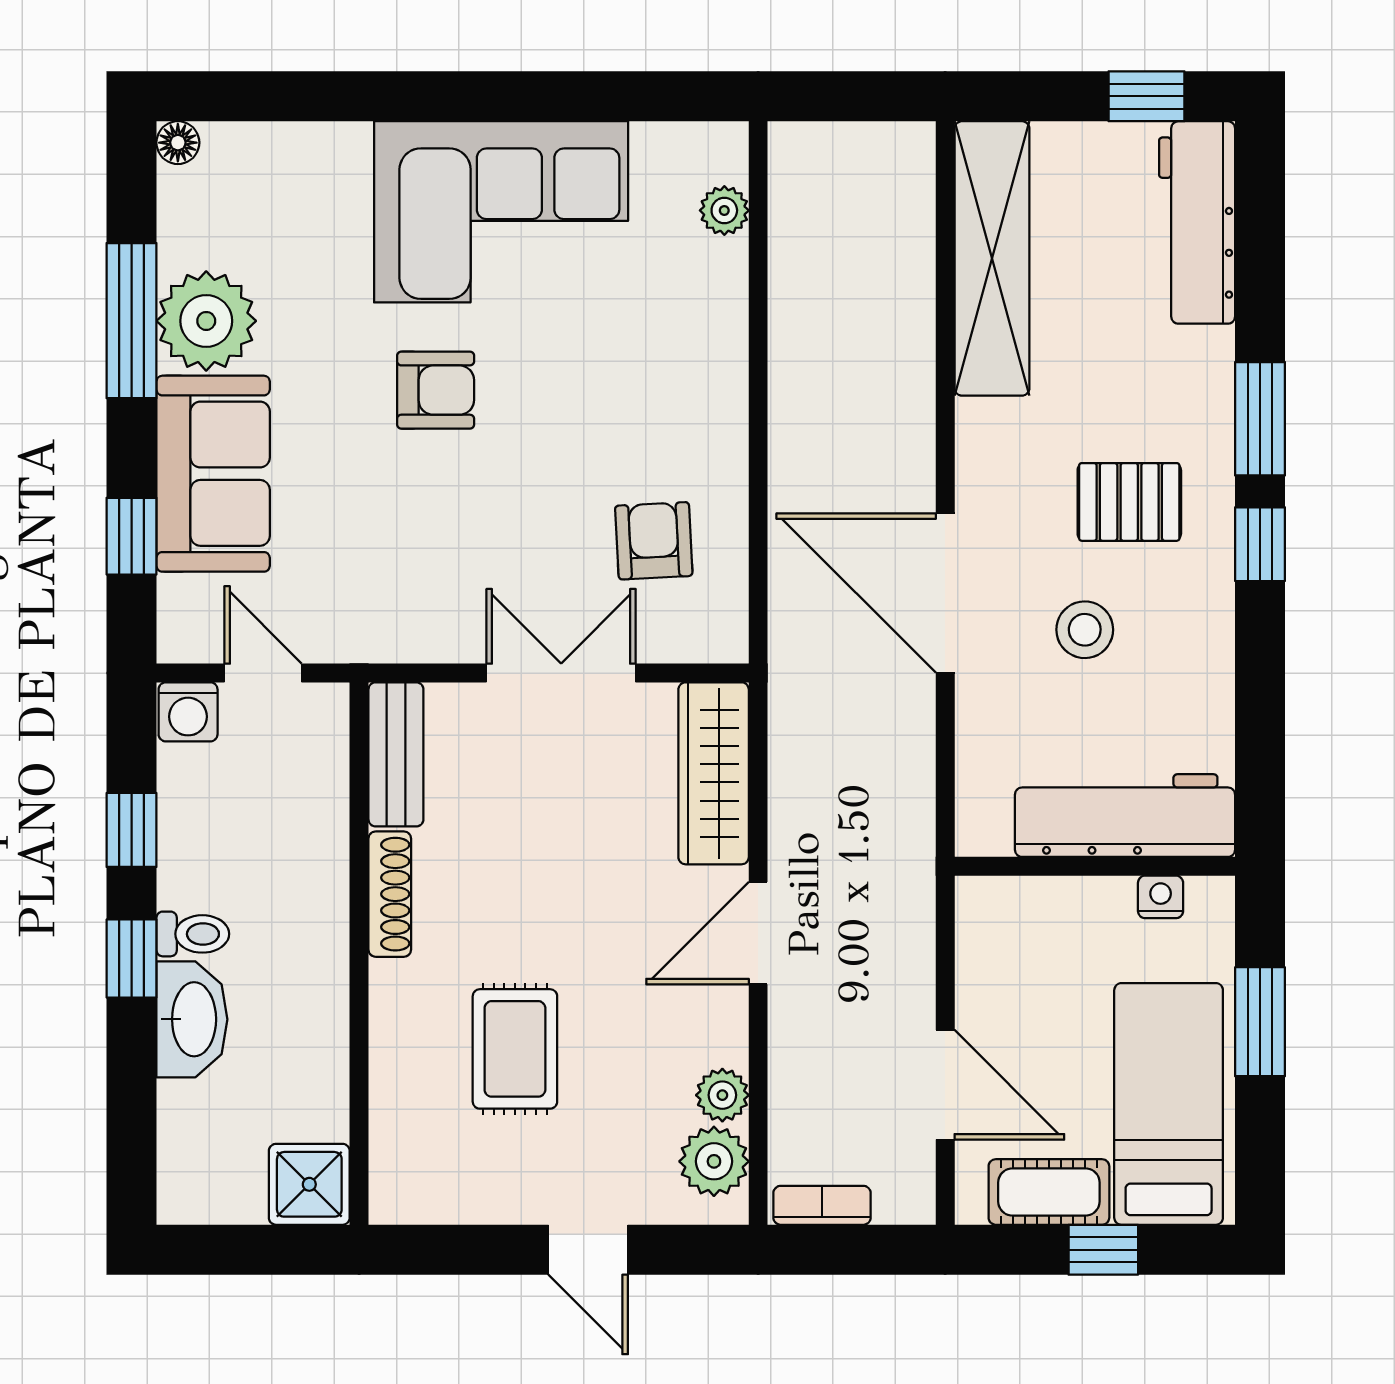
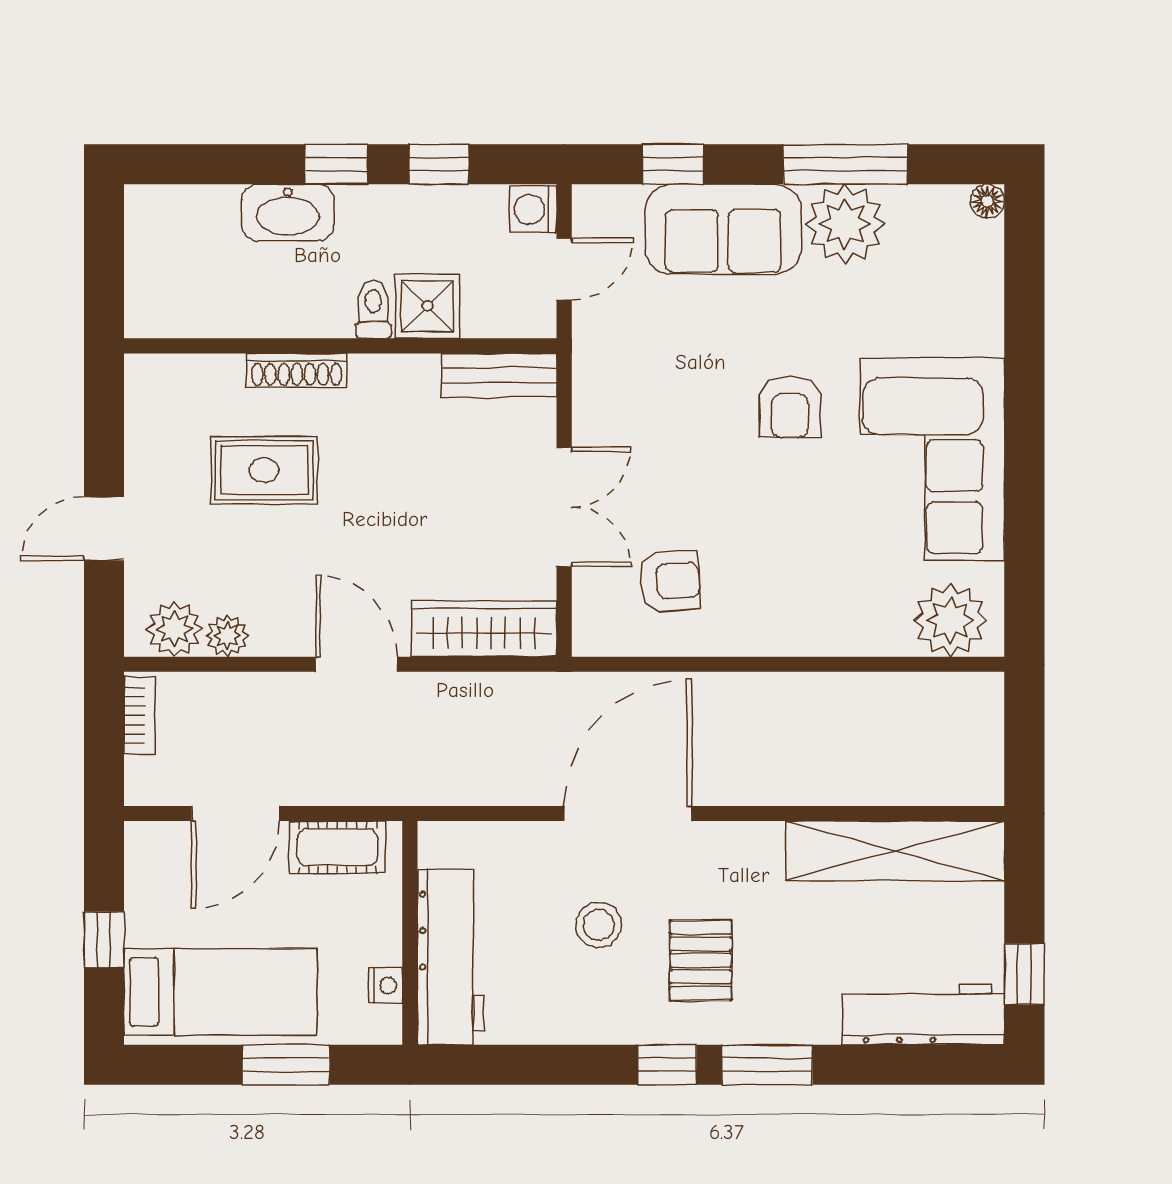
plant: (724, 210) -> (950, 620), width x1.88, depth x1.88
shoe rack: (390, 894) -> (297, 370), moved
toilet: (193, 934) -> (373, 309), moved, turned 180
shower: (309, 1184) -> (427, 306), moved
cot: (1049, 1192) -> (337, 847), moved, turned 90

